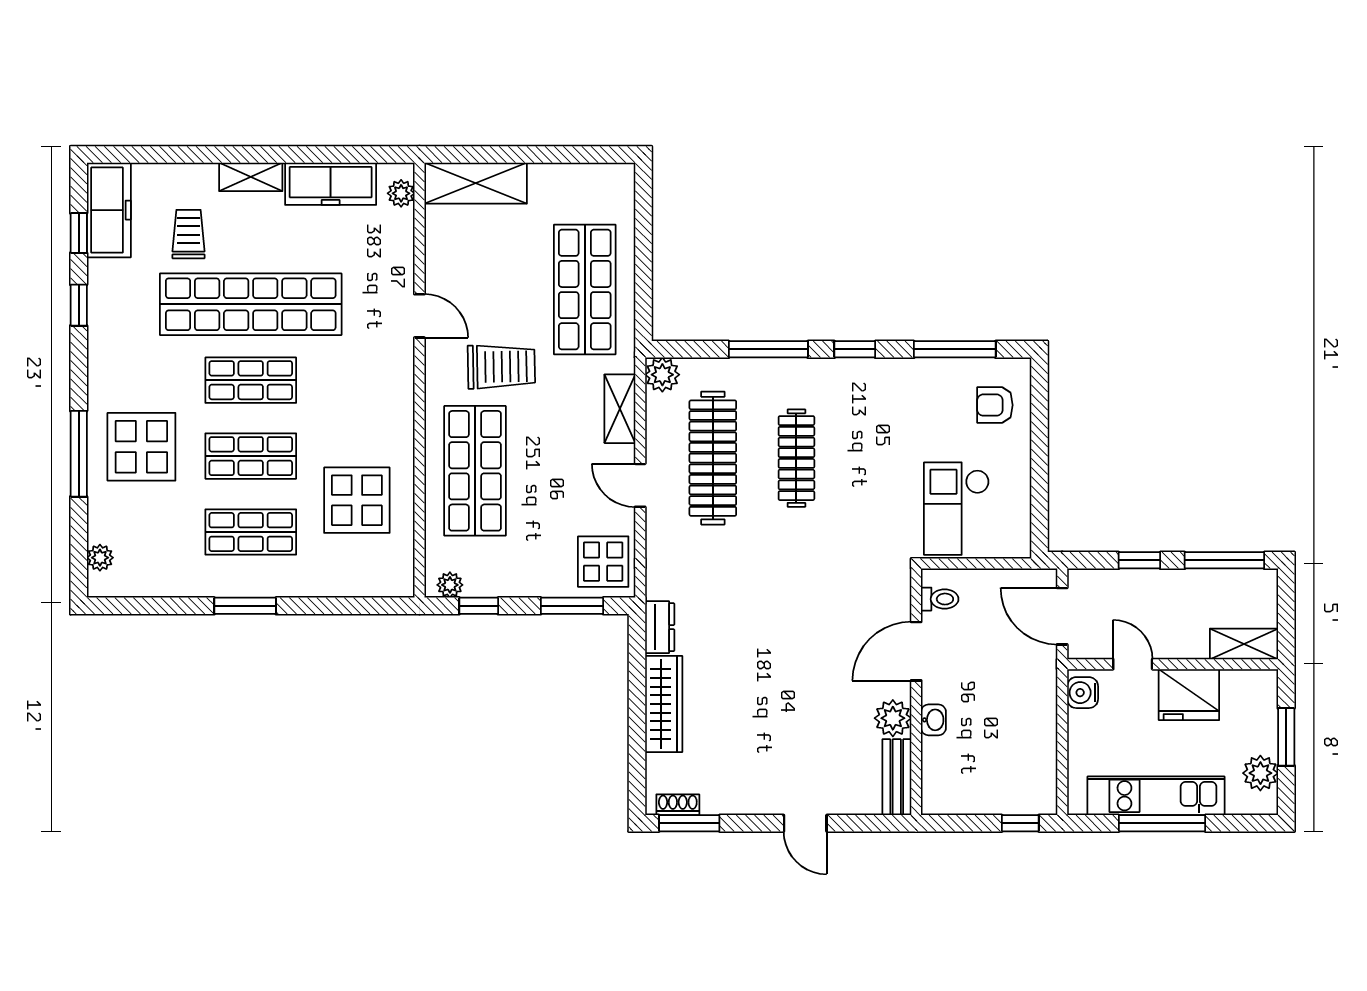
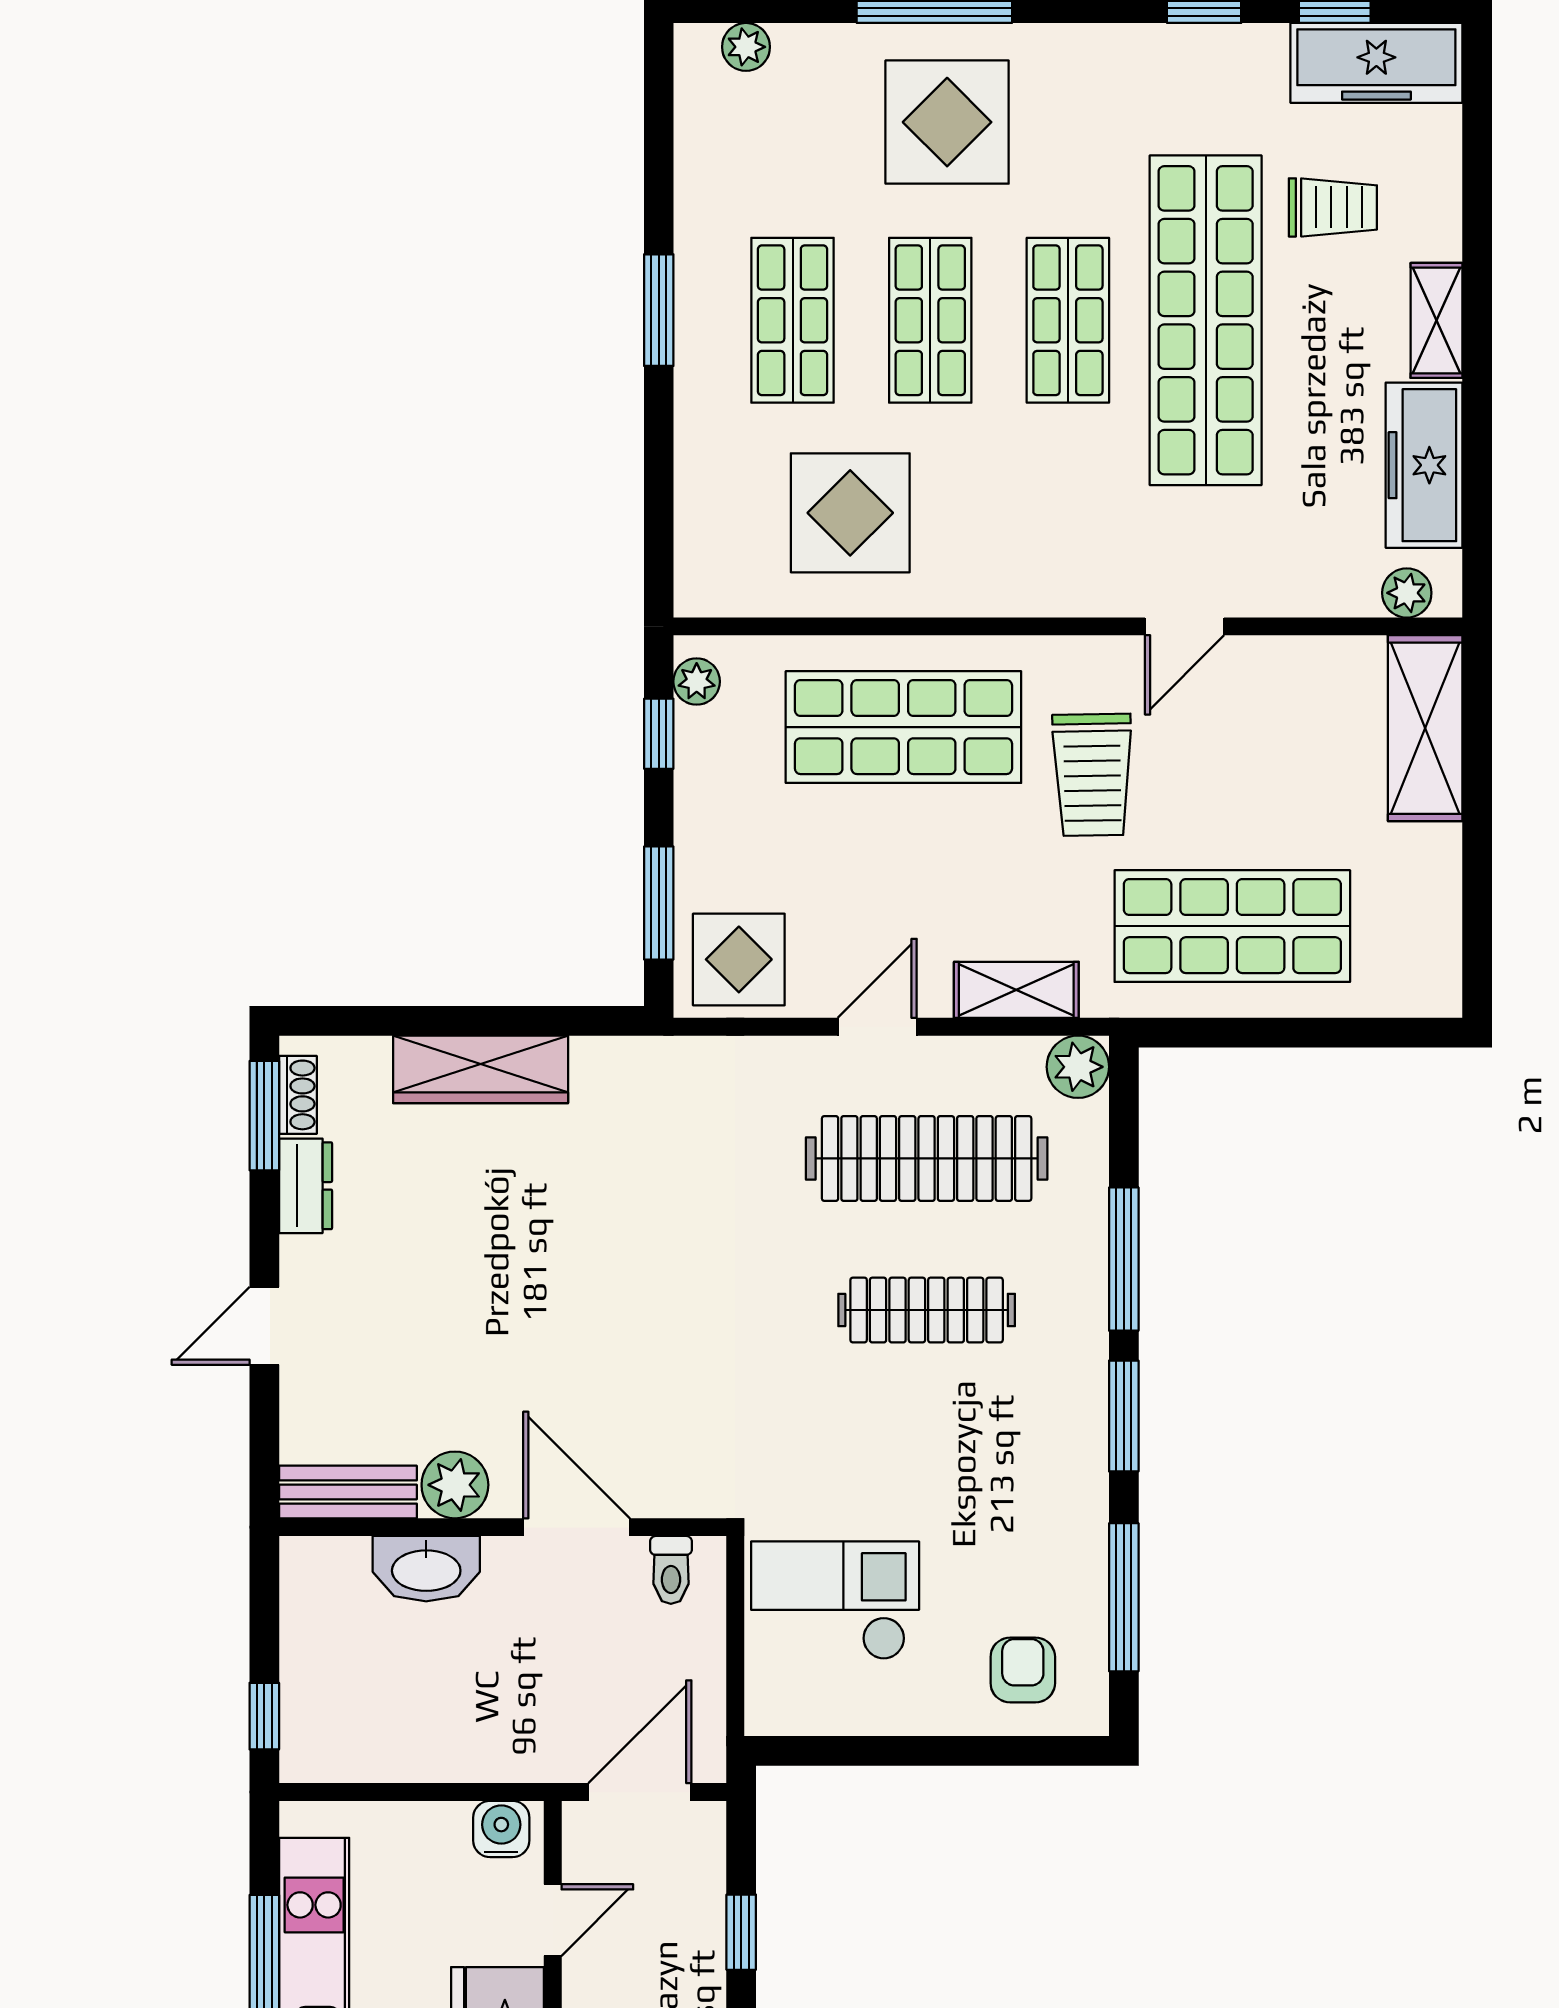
window: (855, 349) -> (1124, 1416), width x1.50
dresser: (660, 627) -> (306, 1186), moved, turned -90
washbasin: (933, 720) -> (426, 1569), width x1.91, depth x1.45

